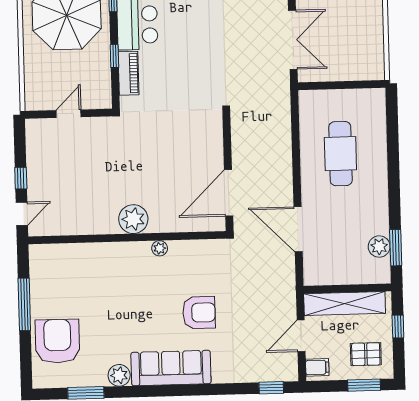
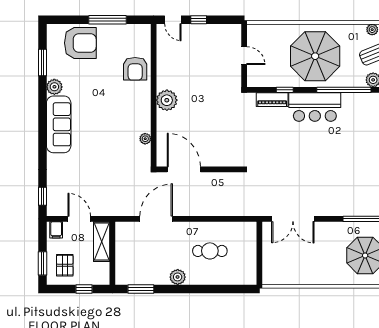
cafe table: (340, 154) -> (210, 251), width x0.73, depth x0.74
plant: (379, 247) -> (178, 277), moved
plant: (160, 248) -> (145, 139), moved
shelving: (345, 304) -> (102, 242), width x0.68
armchair: (199, 313) -> (135, 69), moved

